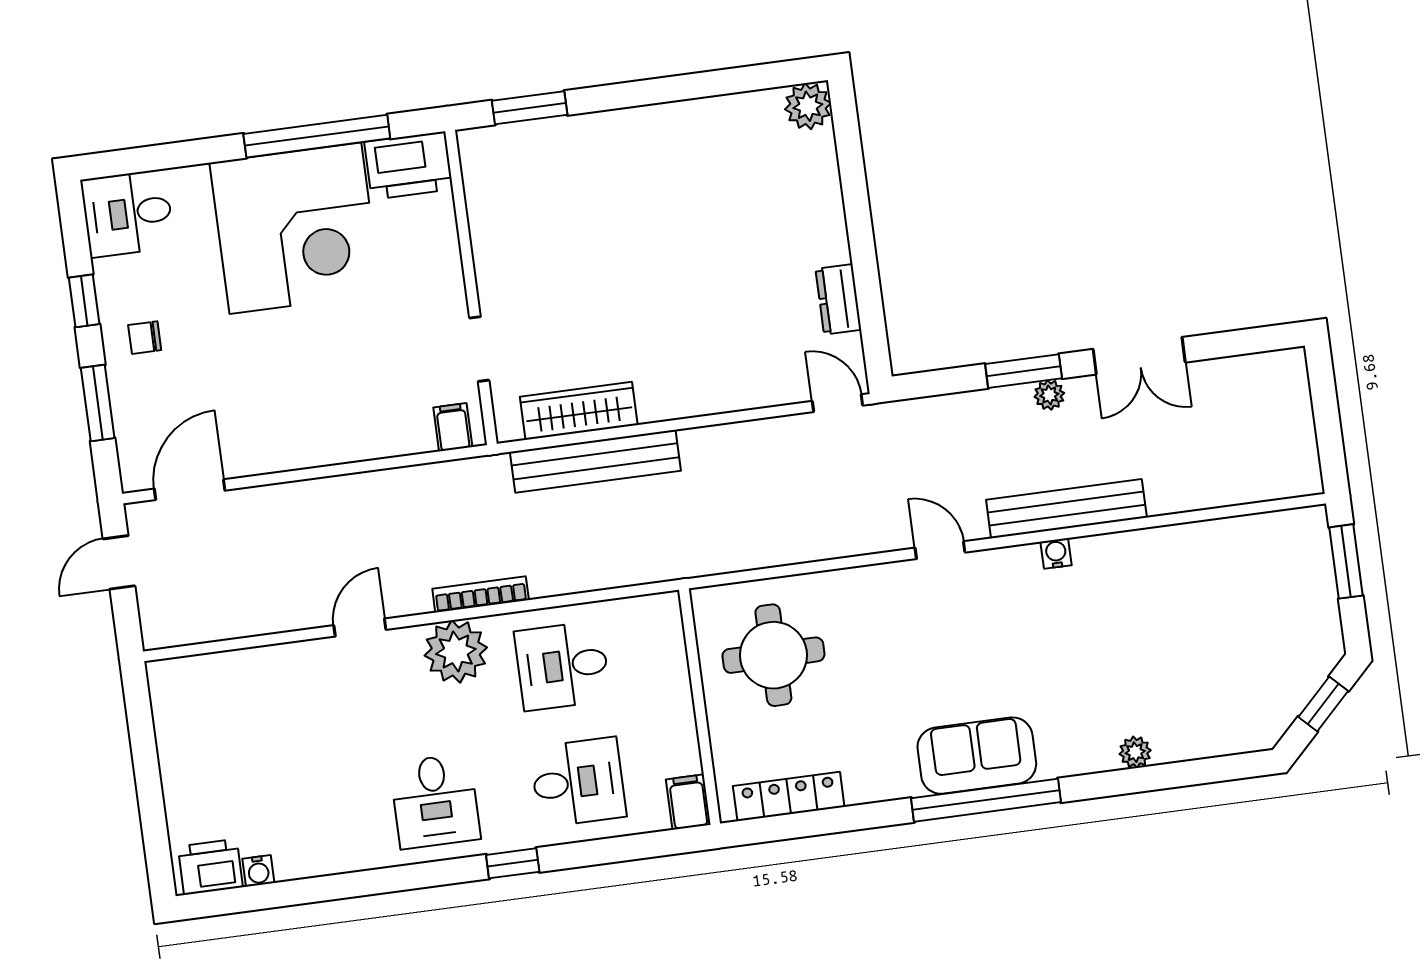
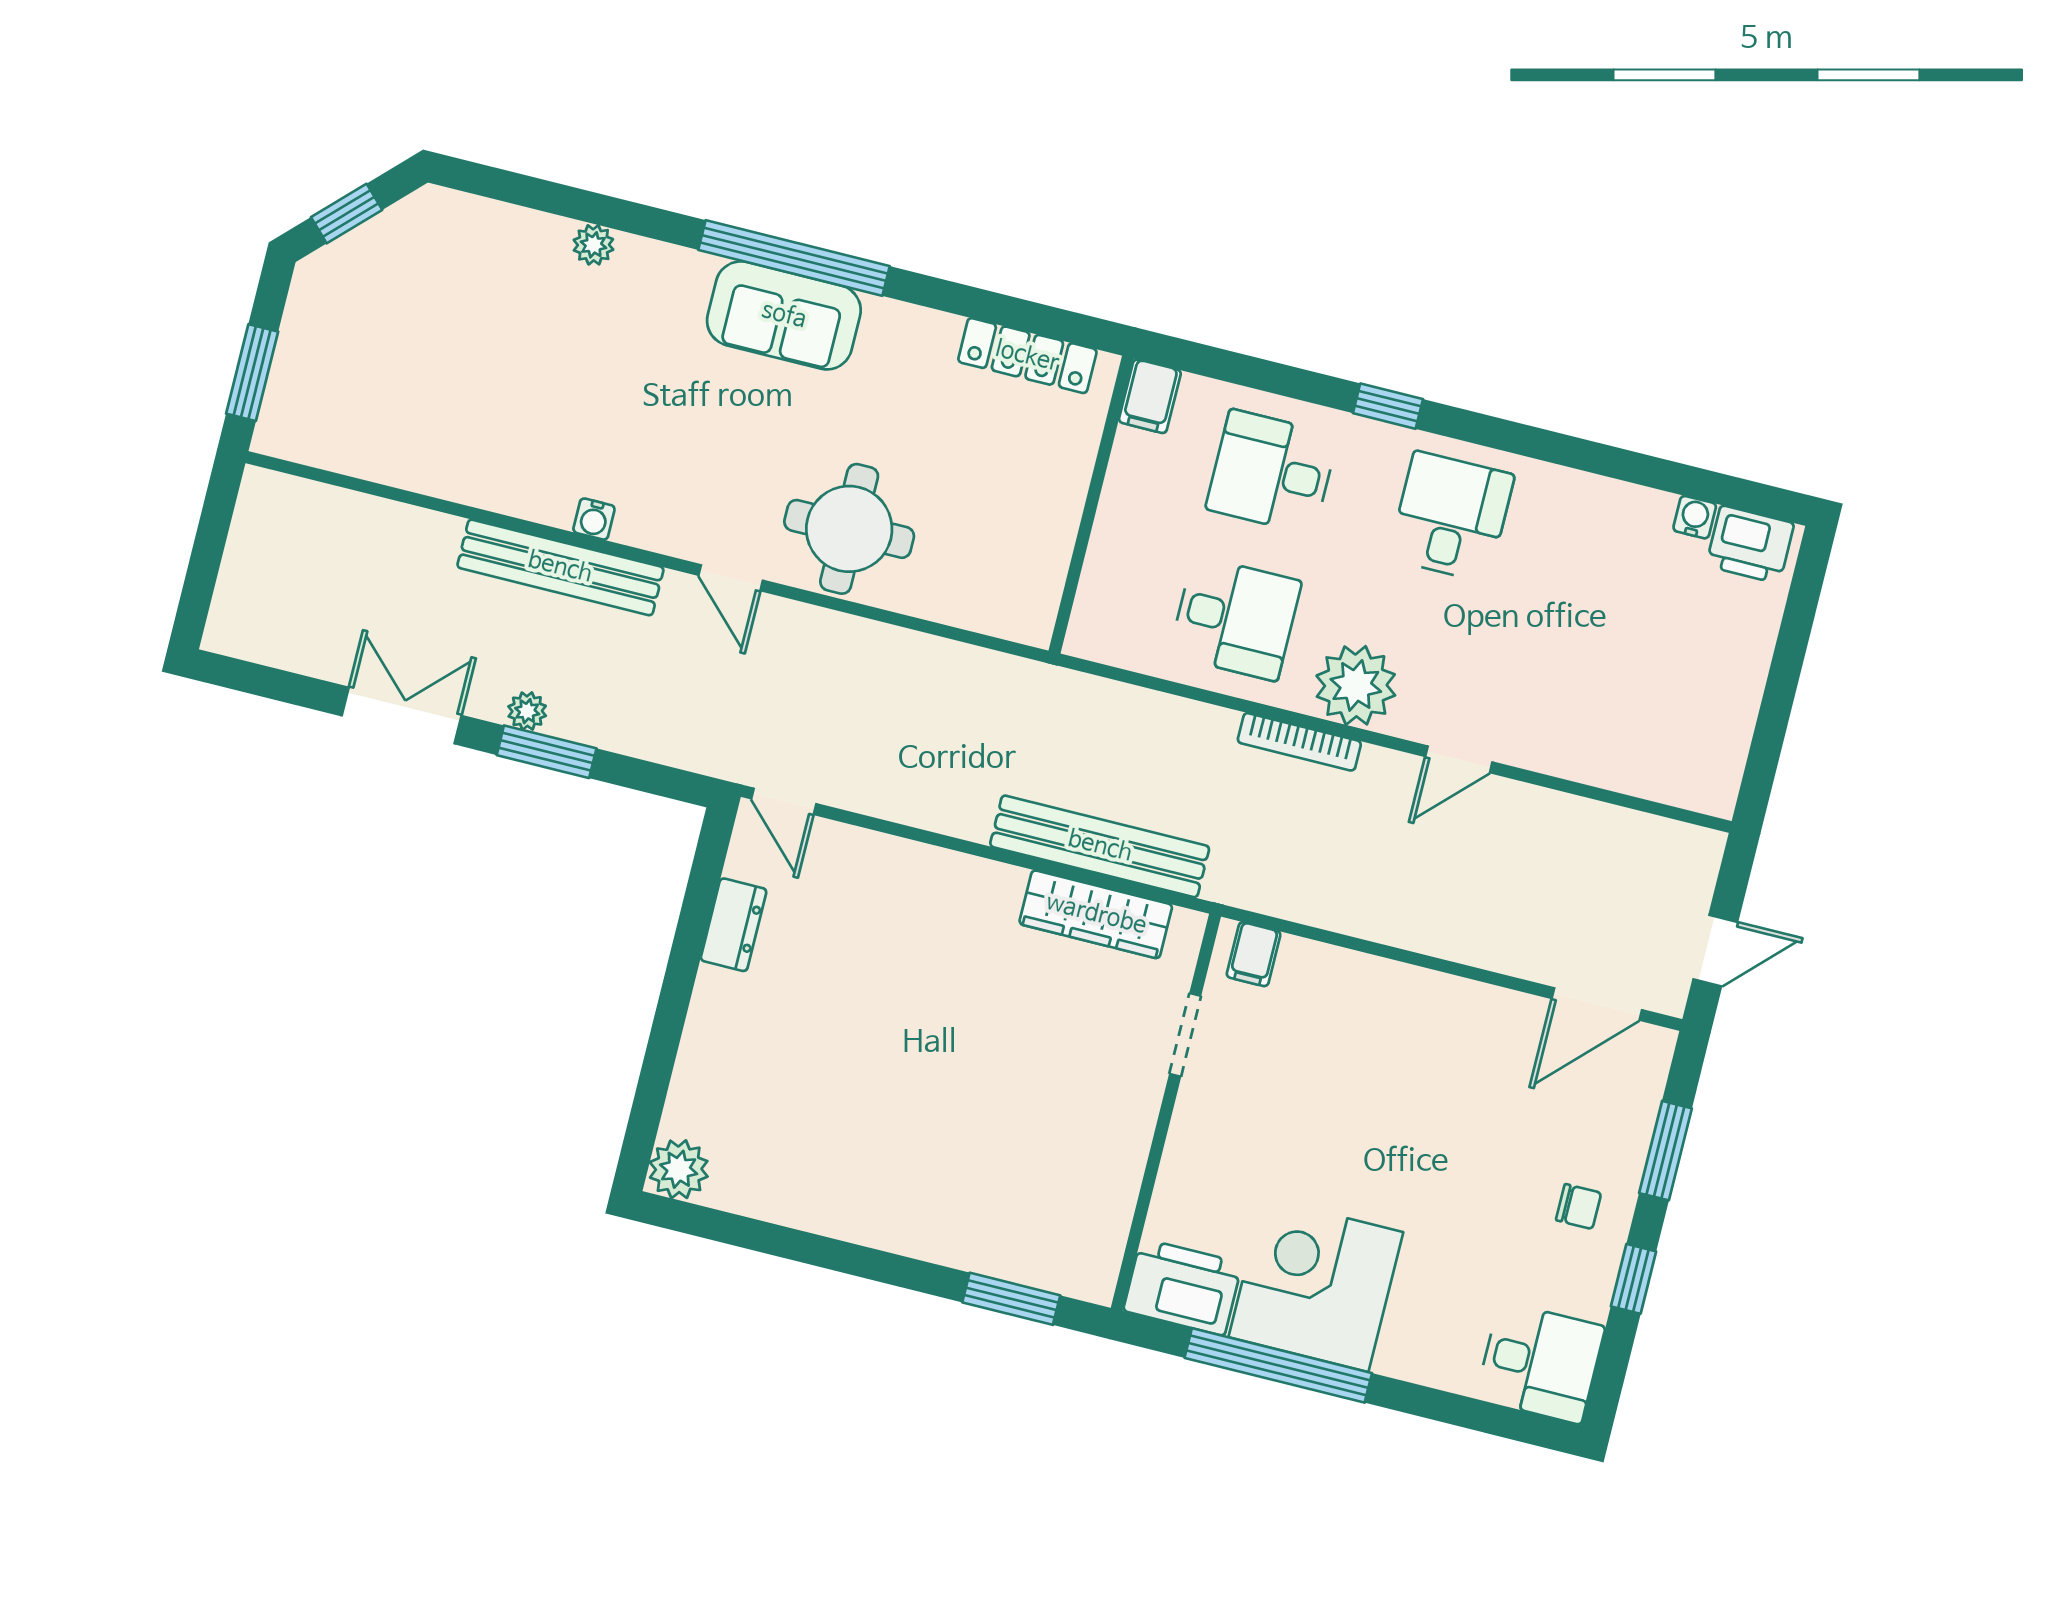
corner desk: (295, 228) -> (1316, 1285), width x0.74, depth x0.74
round table: (773, 655) -> (849, 529), moved

